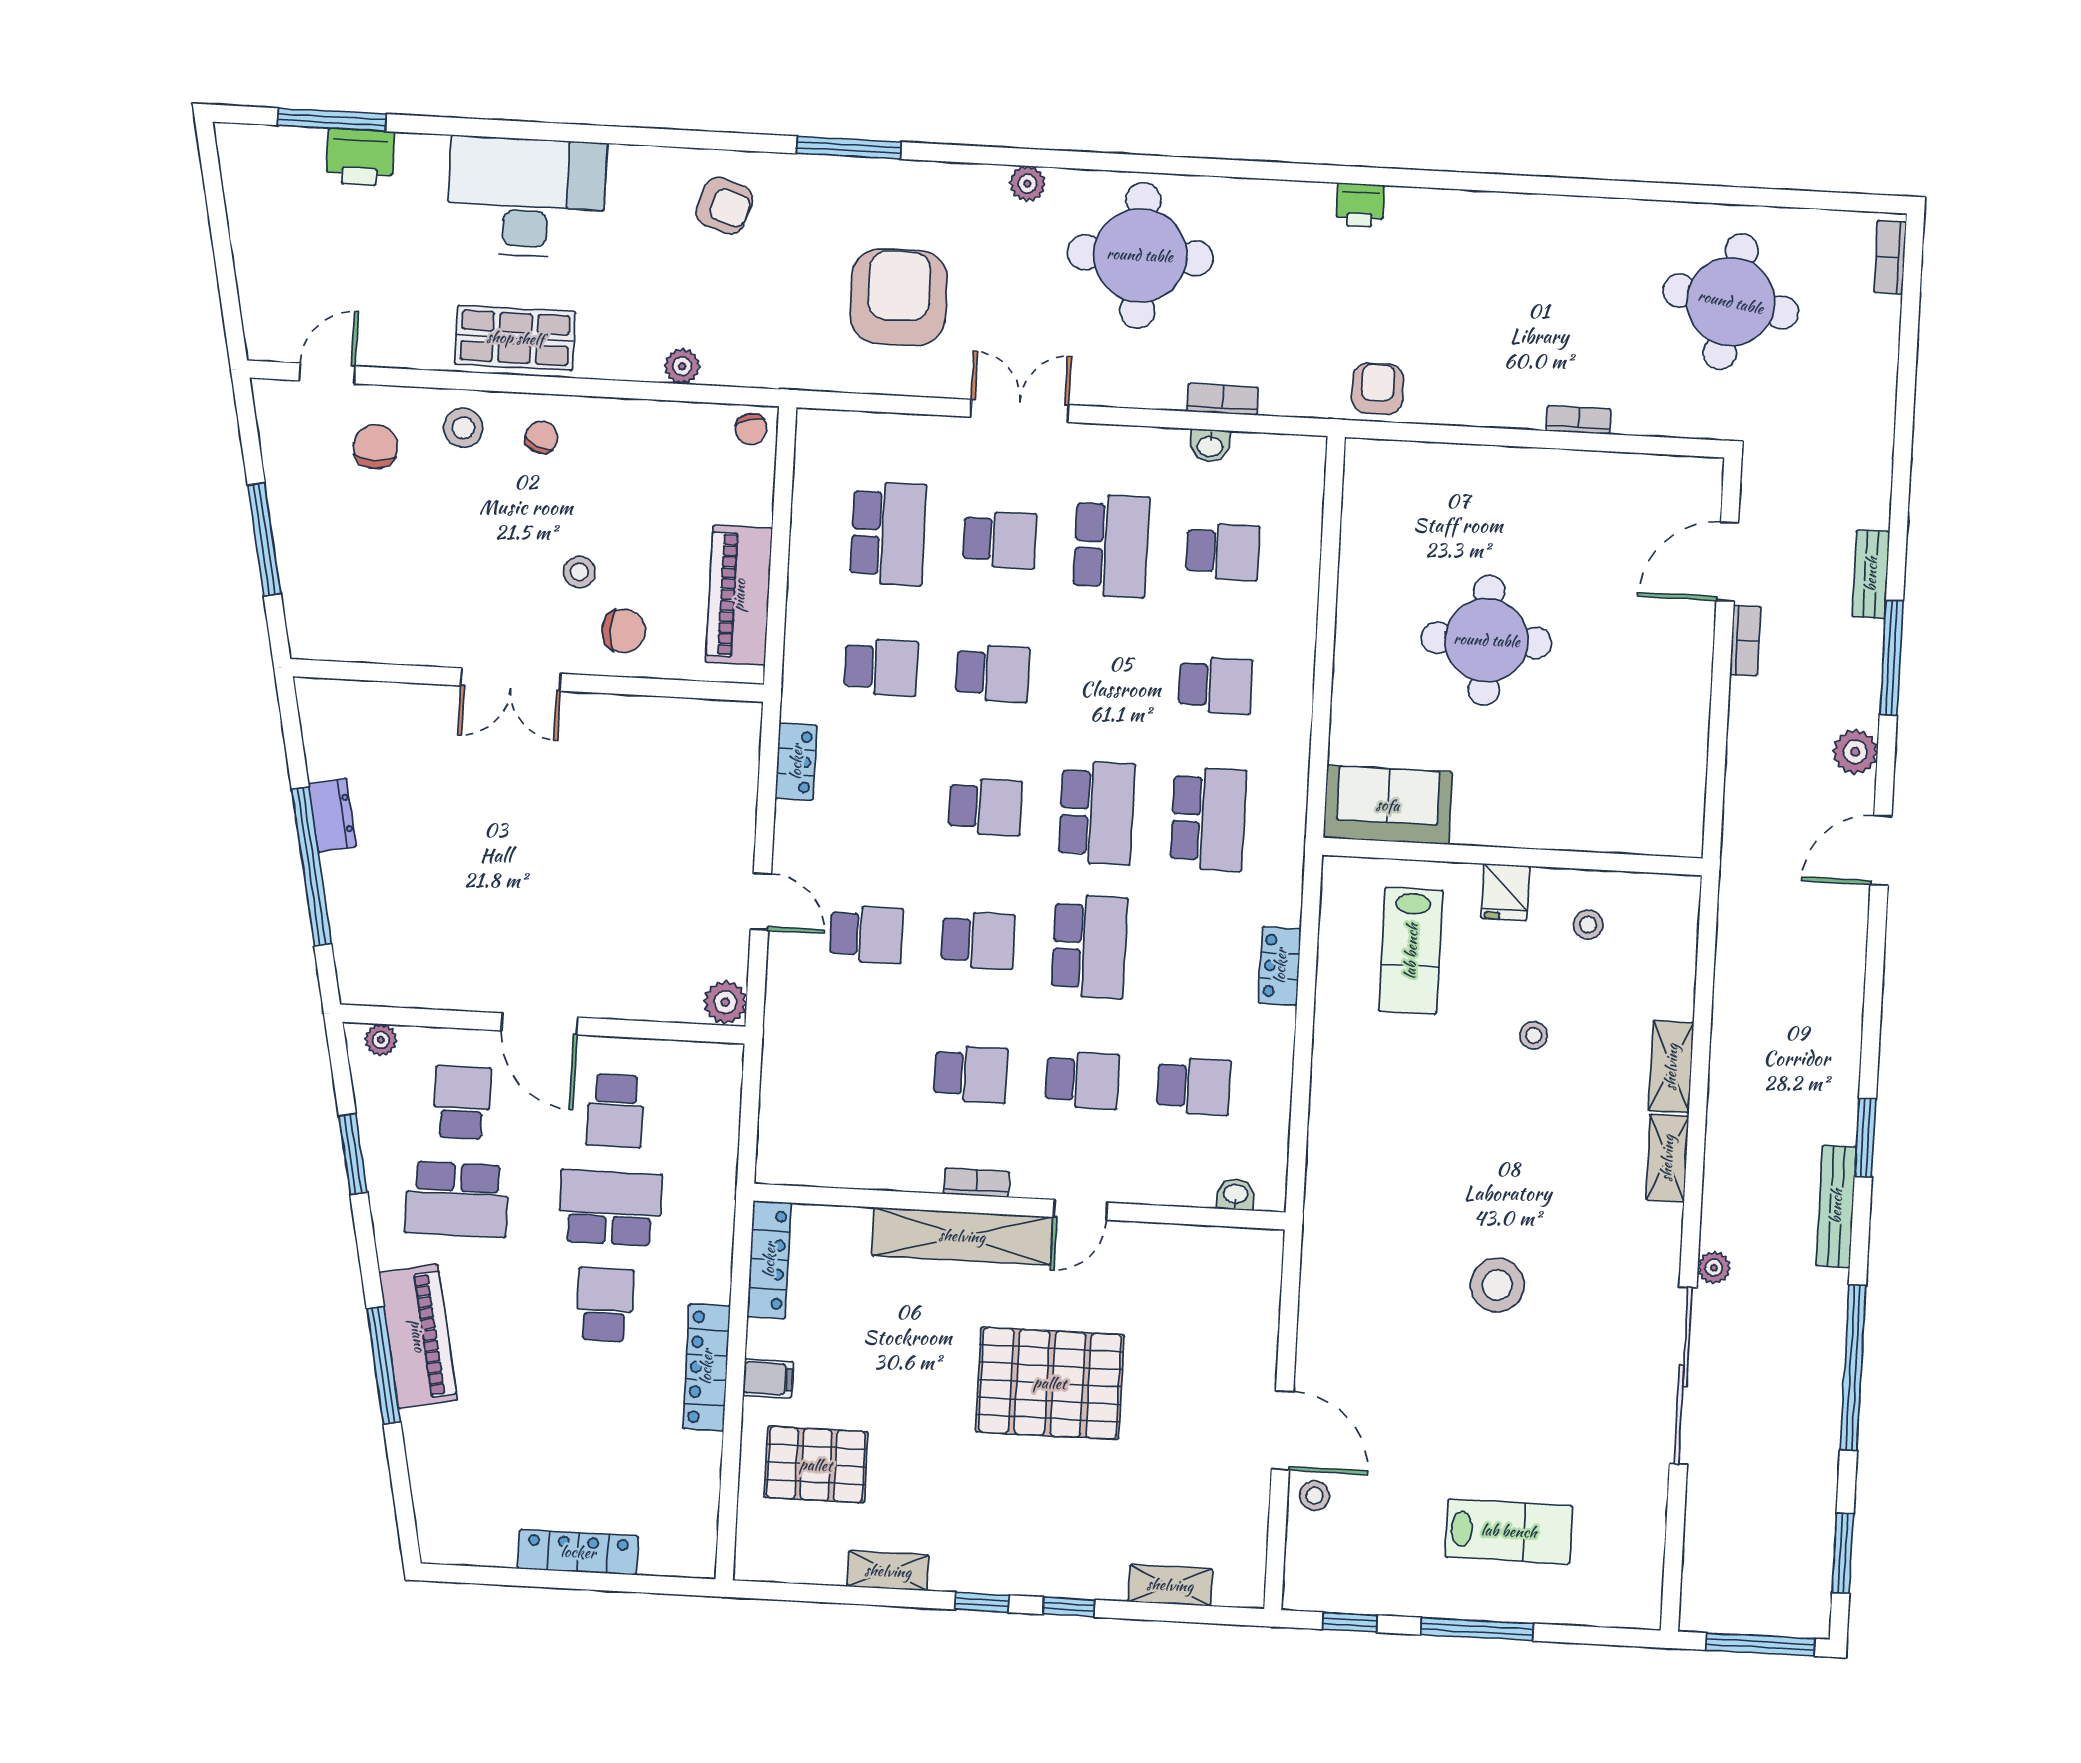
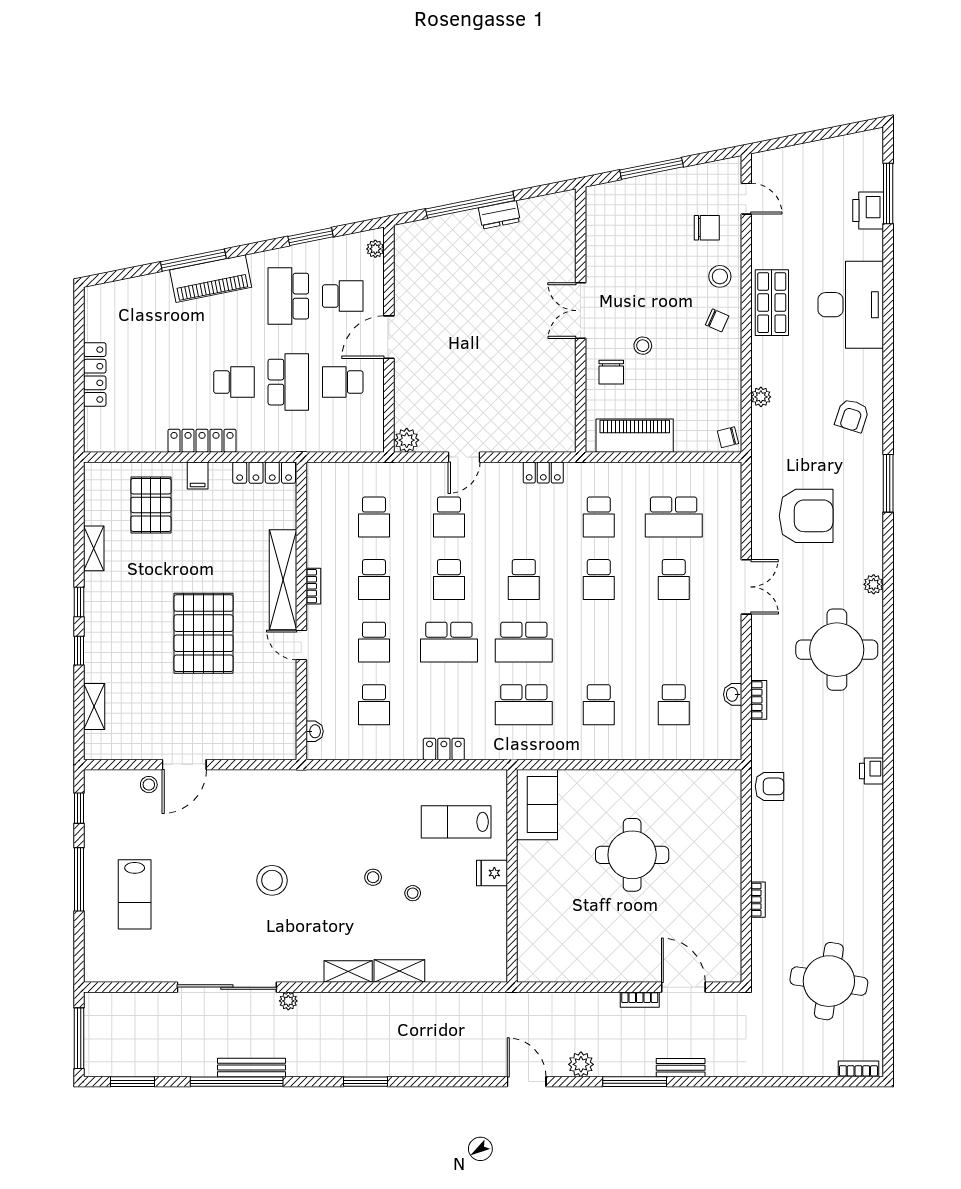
school desk: (1111, 546) -> (374, 517), moved, width x0.54
stool: (1588, 925) -> (373, 877), moved
bench: (1836, 1206) -> (251, 1067), moved

